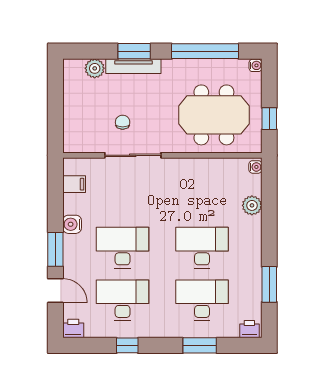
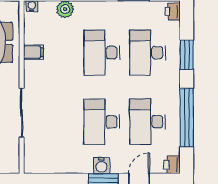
filing cabinet: (74, 184) -> (33, 52), moved, turned 90
water cooler: (72, 224) -> (102, 166), moved
window: (127, 345) -> (187, 118), width x3.17

